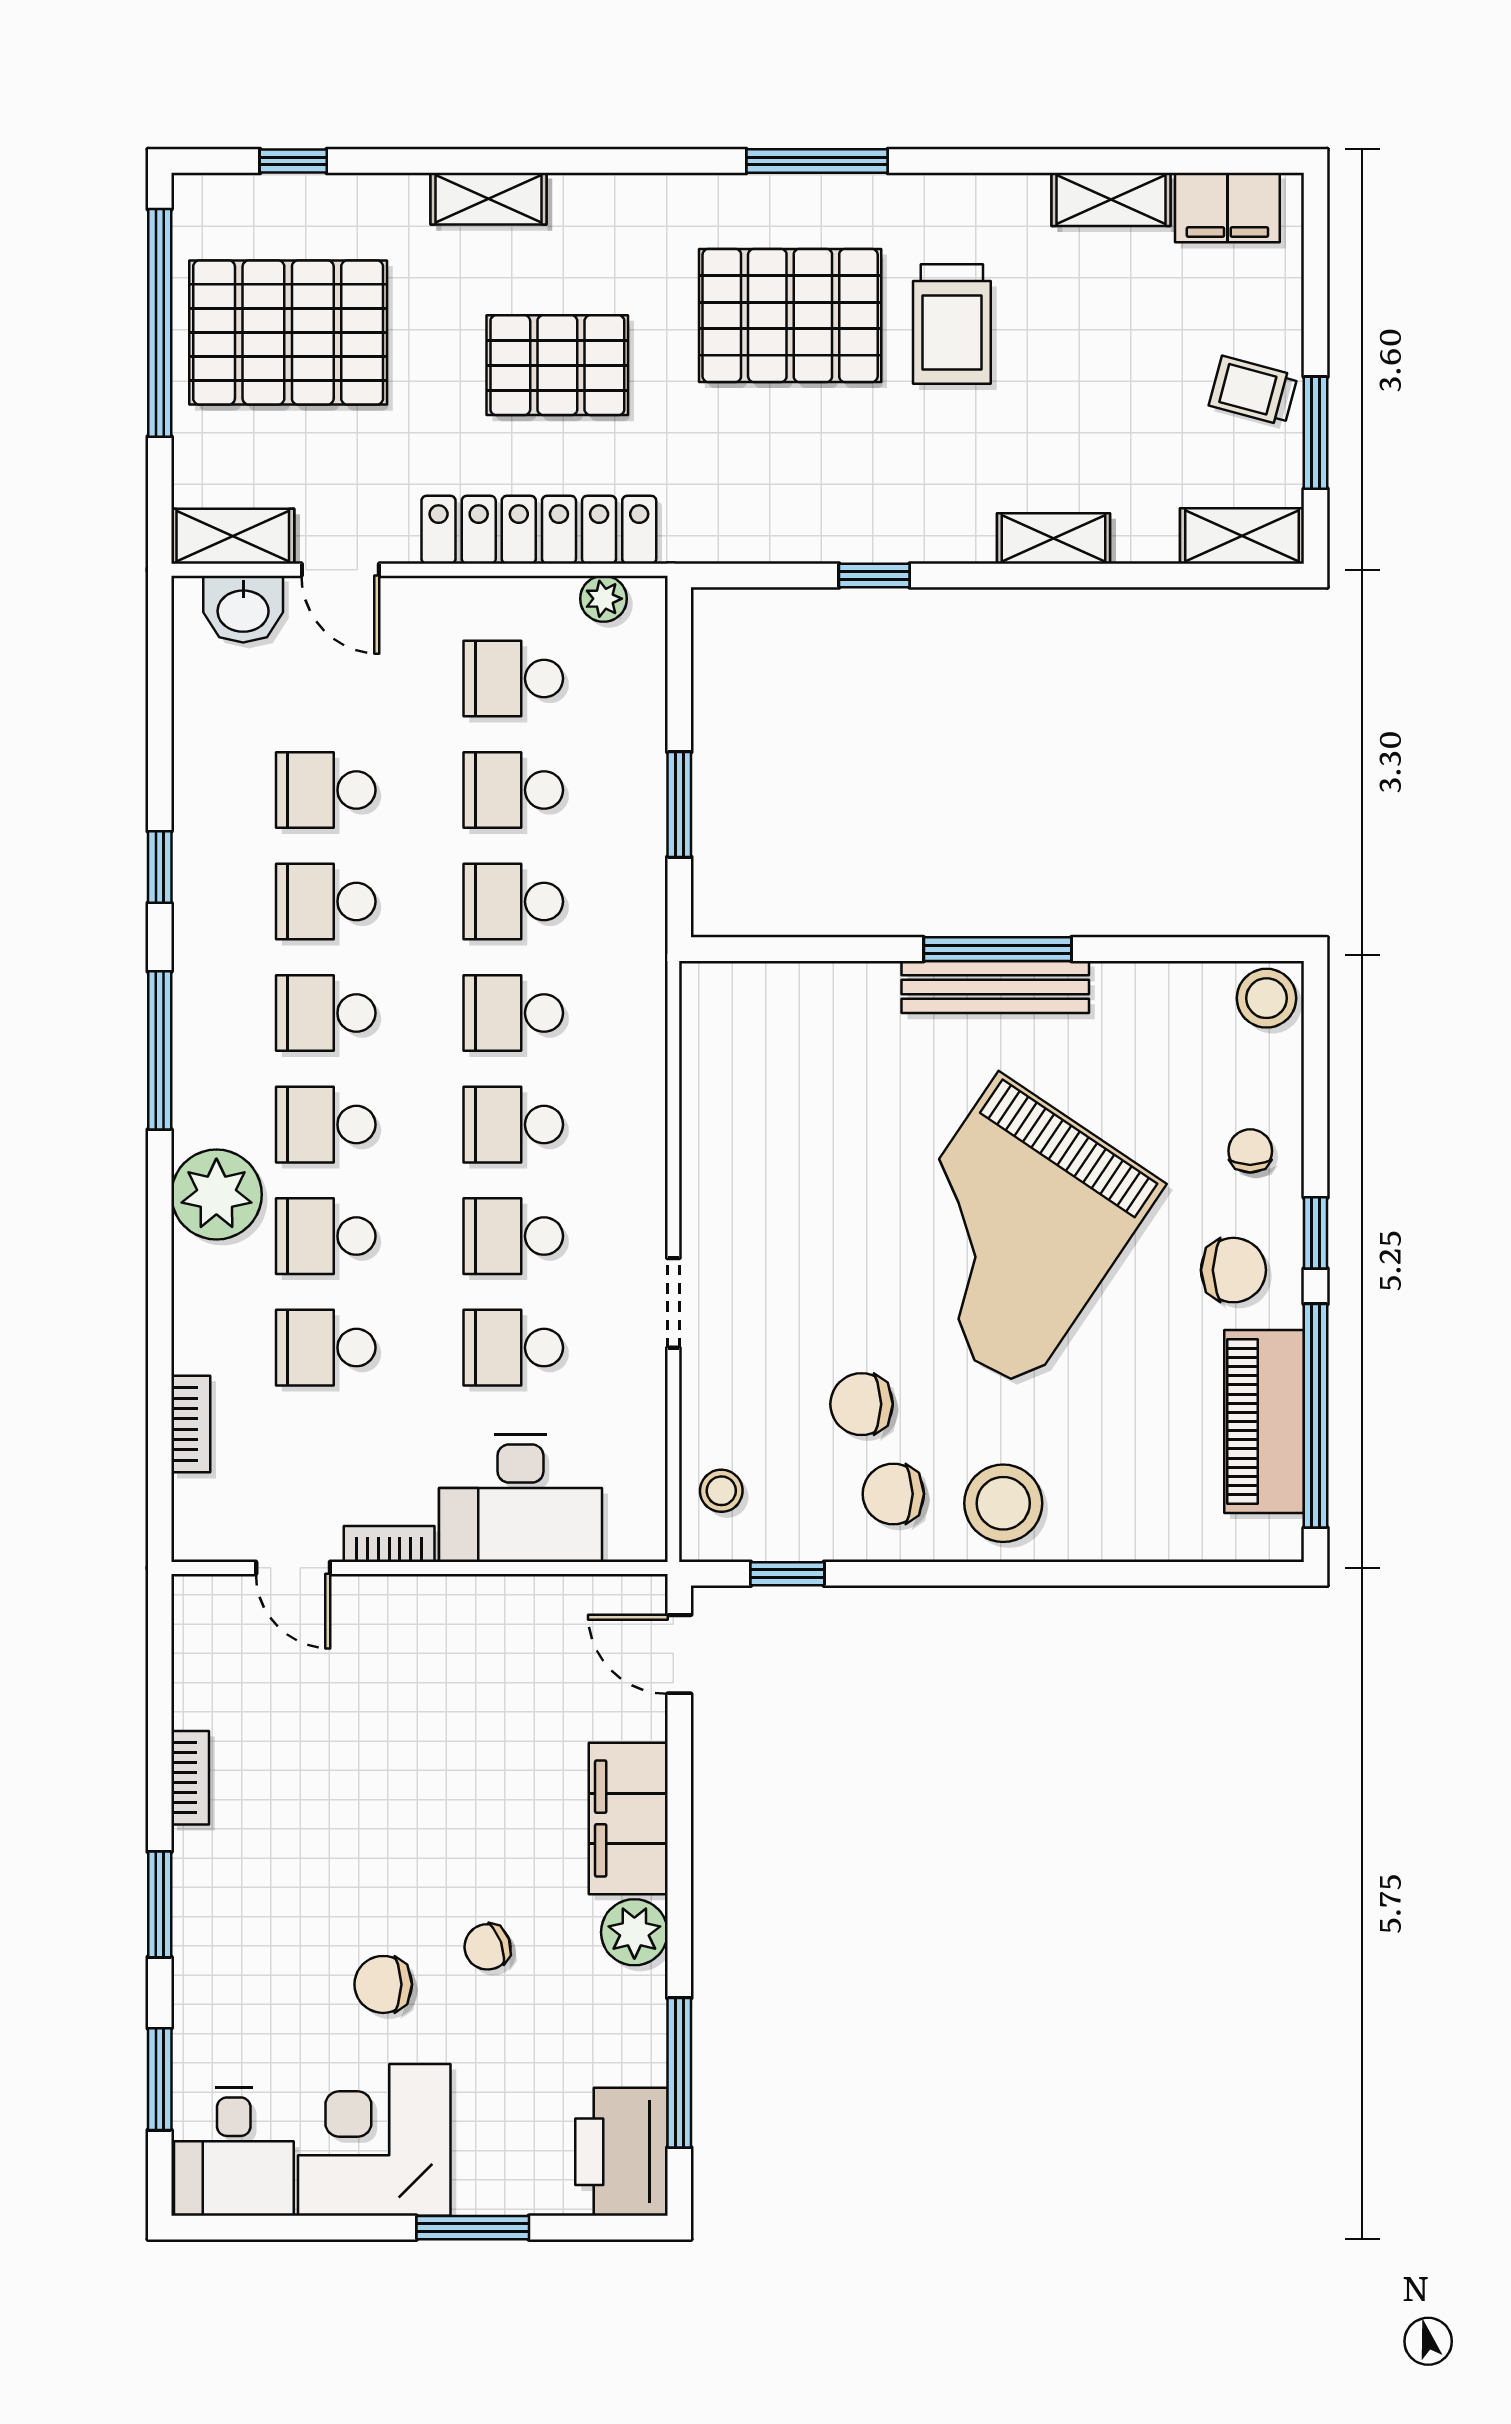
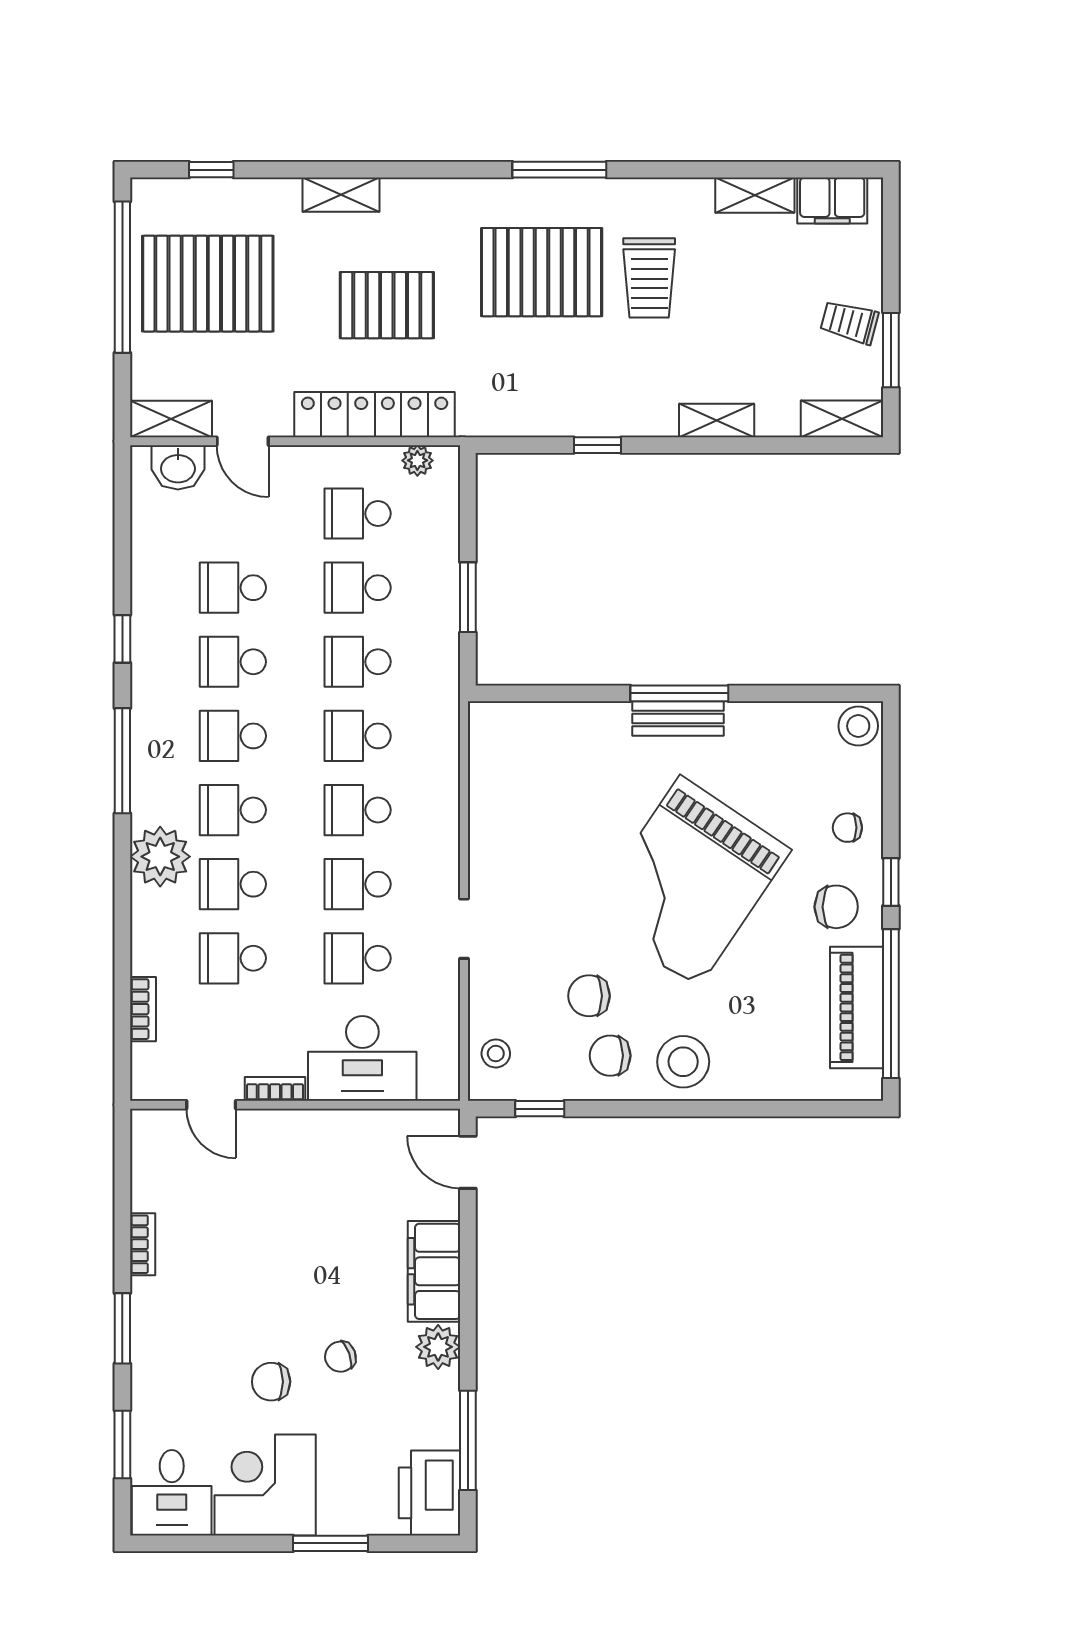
bench: (995, 987) -> (678, 719), width x0.73
chair: (1250, 1151) -> (847, 828), turned -90

